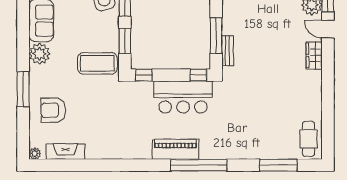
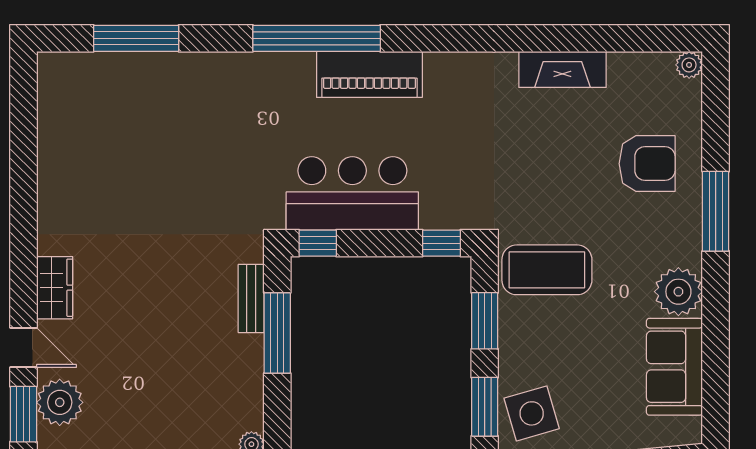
cafe table: (309, 139) -> (67, 98), removed
fireplace: (65, 152) -> (562, 69), moved

